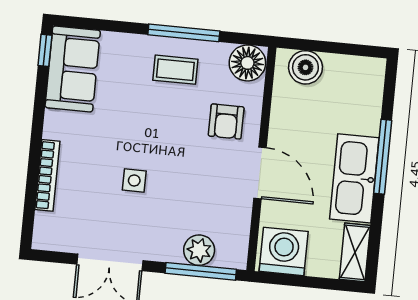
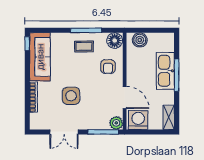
sofa: (73, 69) -> (40, 57), width x1.36
door: (260, 173) -> (125, 97), moved
kitchen sink: (354, 178) -> (165, 71), moved
side table: (134, 181) -> (71, 96), width x1.87, depth x1.87
plant: (199, 250) -> (116, 123), moved

